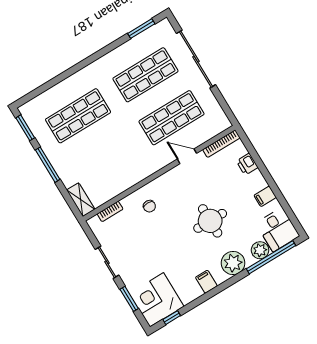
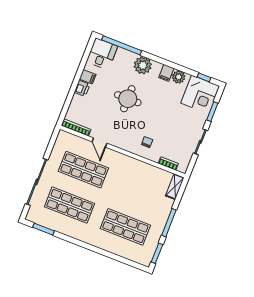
printer: (247, 164) -> (82, 88), moved
plant: (260, 250) -> (179, 77), moved

